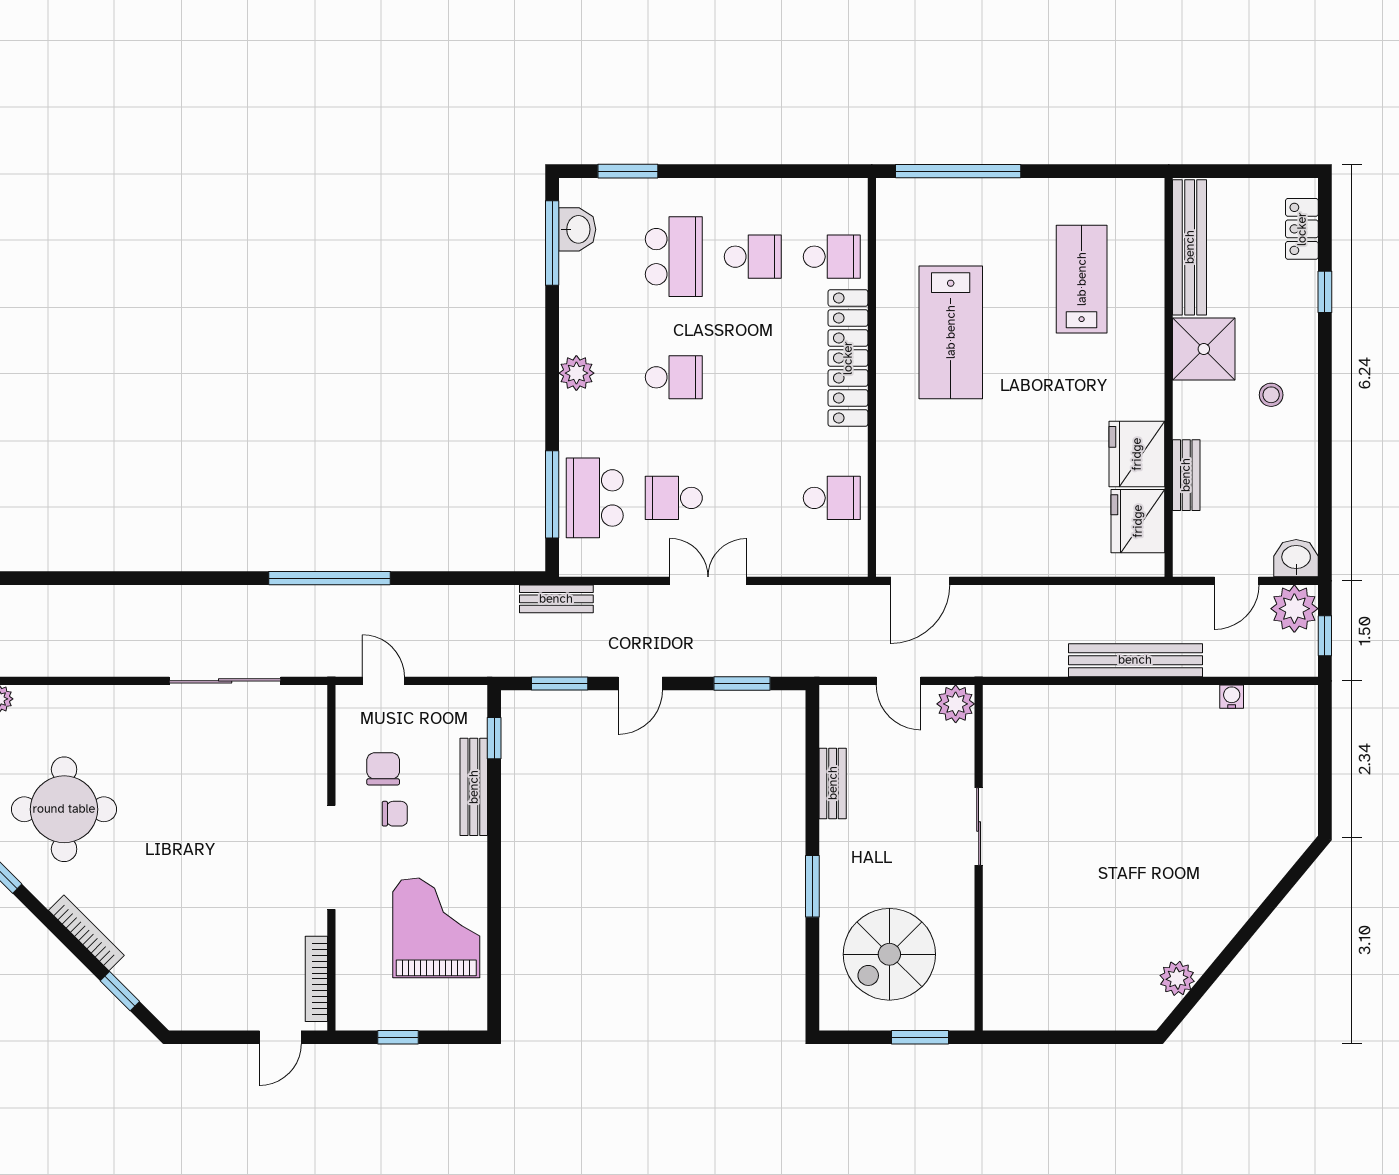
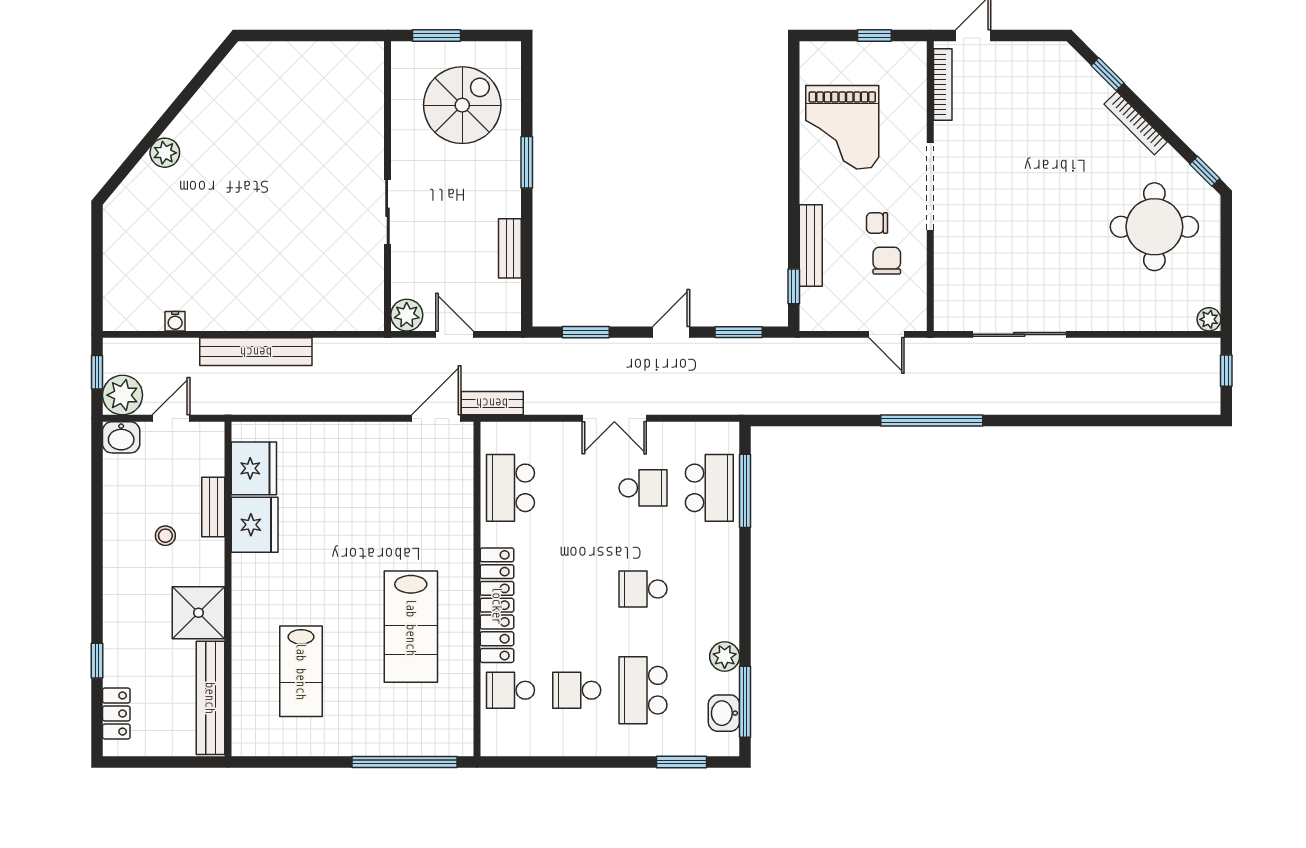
lab bench: (951, 332) -> (411, 627), turned 180
plant: (576, 373) -> (725, 656), moved
stool: (1271, 395) -> (165, 536), moved
school desk: (832, 498) -> (510, 488), width x1.85
bench: (556, 599) -> (492, 403), moved
chair: (383, 769) -> (887, 261), turned 180
plant: (1177, 978) -> (165, 153), moved

